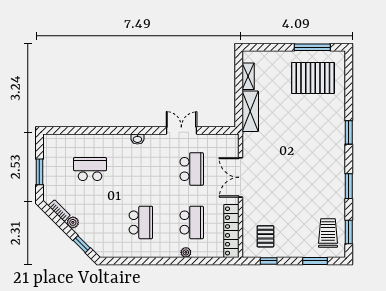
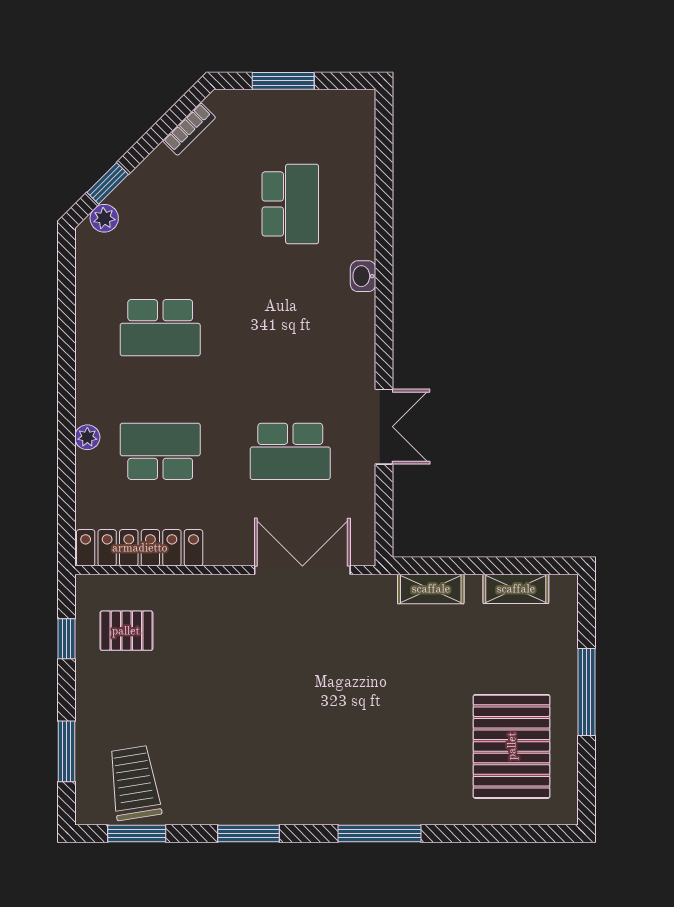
window: (312, 47) -> (587, 692), moved
shelving: (250, 111) -> (431, 589), width x0.67, depth x0.75
window: (349, 132) -> (379, 833), width x1.44
washbasin: (137, 139) -> (363, 276), moved
double door: (240, 177) -> (302, 570), moved
plant: (73, 222) -> (104, 218), moved
school desk: (192, 222) -> (160, 451), turned 180
trolley: (328, 233) -> (134, 783), turned -99

